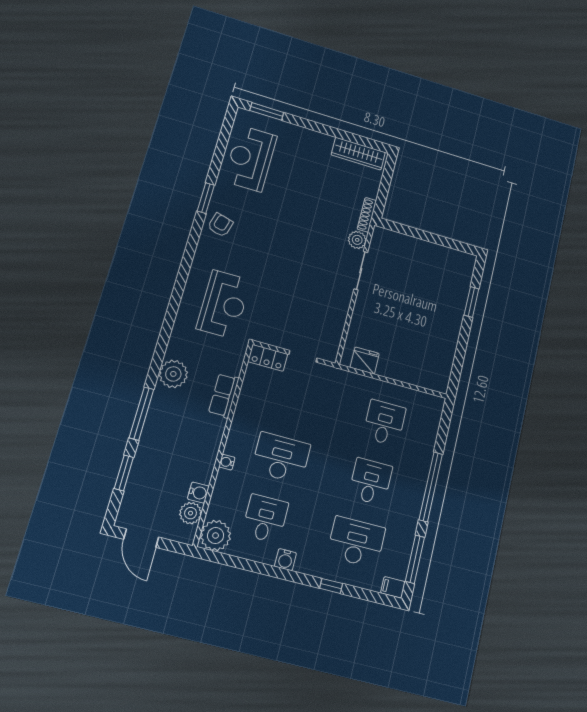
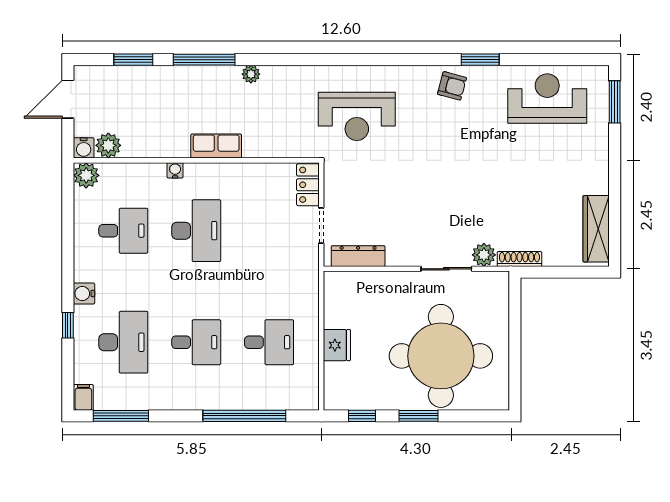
round table: (426, 294) -> (441, 356), added
window: (471, 302) -> (419, 416), moved
dresser: (334, 334) -> (358, 256), added
fridge: (365, 360) -> (337, 345), moved
window: (457, 366) -> (362, 416), added
plant: (173, 374) -> (251, 74), width x0.53, depth x0.53
row of seats: (224, 396) -> (216, 146), moved
window: (431, 487) -> (244, 416), moved
water cooler: (198, 493) -> (84, 148), moved
plant: (216, 536) -> (86, 175), width x0.73, depth x0.73
water cooler: (285, 560) -> (84, 294), moved

